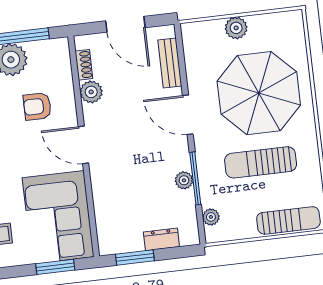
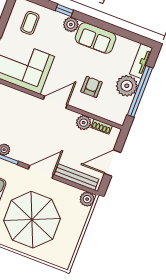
plant: (236, 28) -> (87, 199), moved
bench: (170, 63) -> (77, 177), width x1.36

